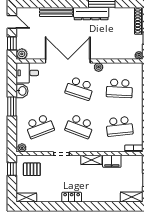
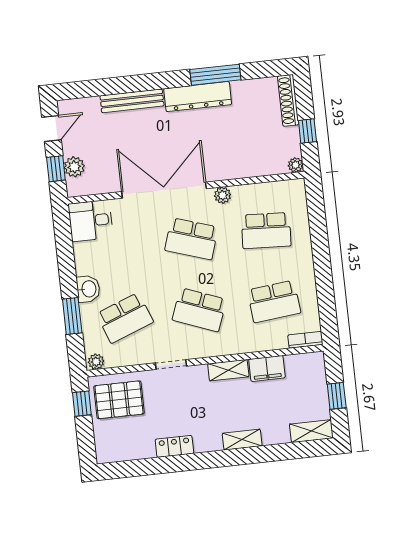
door: (12, 22) -> (52, 128), hinge flipped
plant: (22, 54) -> (74, 167), moved
washbasin: (22, 91) -> (88, 289), moved
window: (12, 106) -> (72, 316), moved
pallet: (32, 169) -> (119, 400), width x1.50, depth x1.42
locker: (72, 197) -> (174, 446), moved
shelving: (26, 198) -> (242, 440), moved

